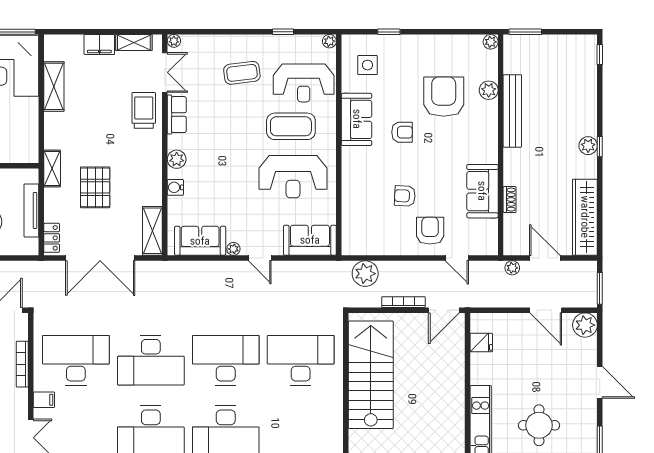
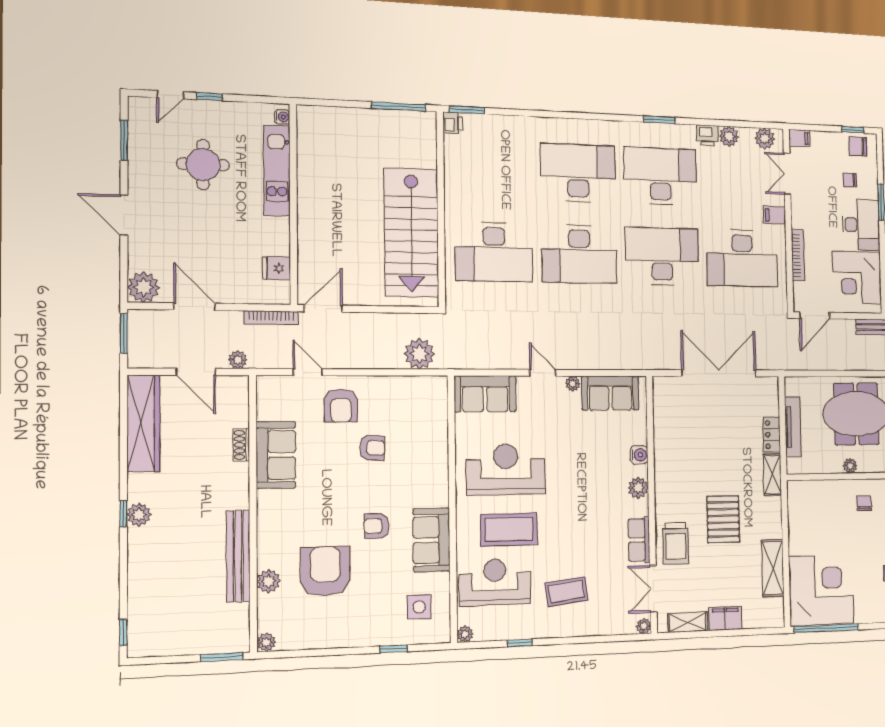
armchair: (444, 97) -> (325, 571), turned 180
pallet: (95, 187) -> (723, 519), moved
shelving: (152, 231) -> (663, 404), removed
locker: (52, 238) -> (772, 435), moved
bookcase: (403, 302) -> (271, 318), moved

